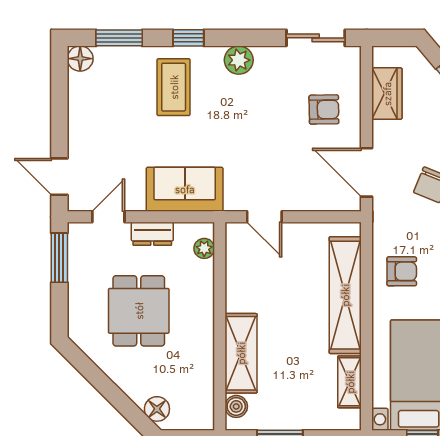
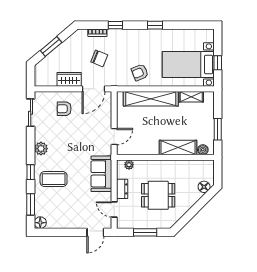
wardrobe: (387, 94) -> (69, 79), moved
armchair: (324, 109) -> (64, 109), turned -89
window: (59, 258) -> (145, 232), moved
armchair: (402, 271) -> (140, 72), turned -112

